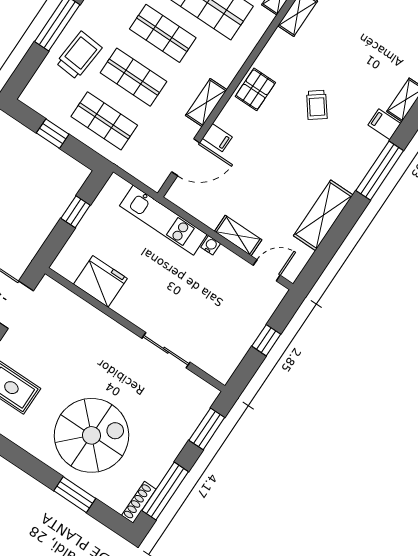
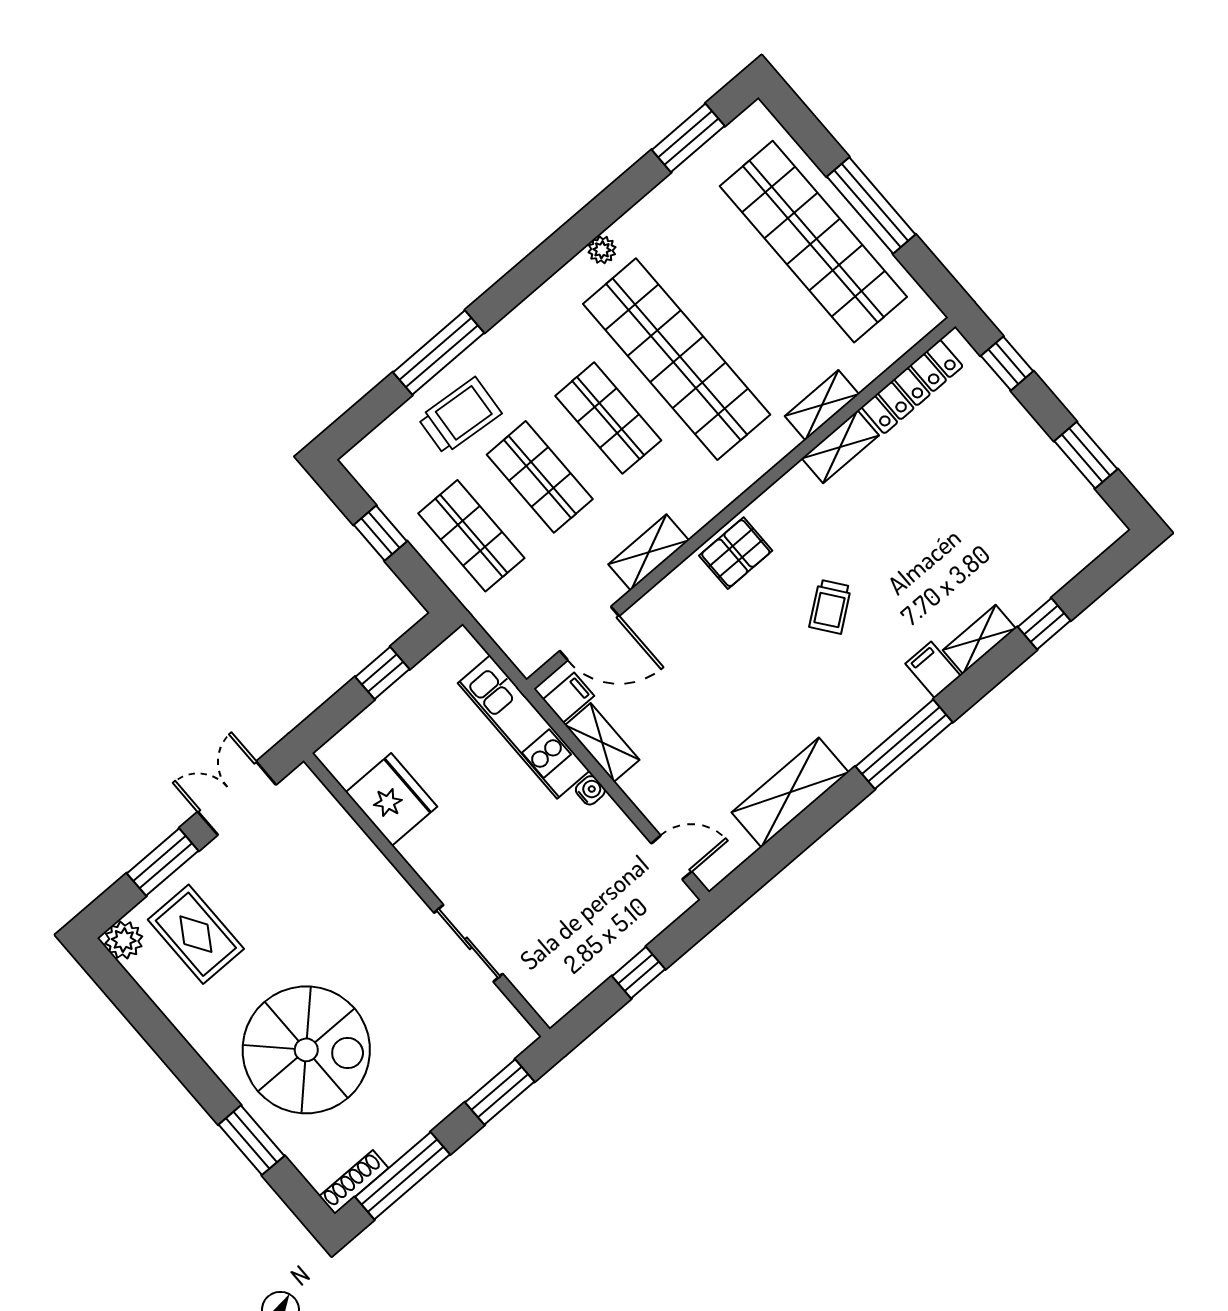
filing cabinet: (217, 138) -> (569, 698), moved, turned -90
shelving: (238, 236) -> (602, 742), moved

